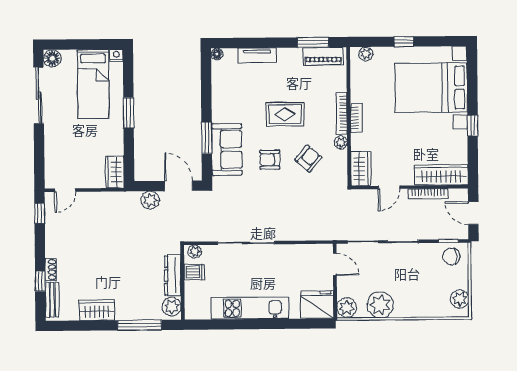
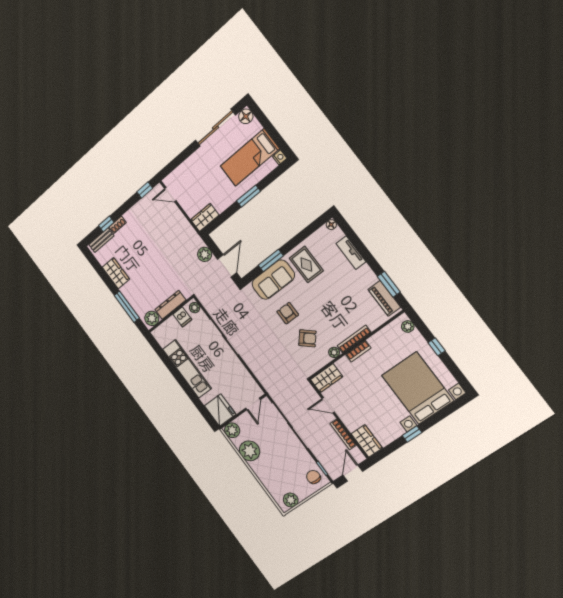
rug: (285, 114) -> (306, 264), moved
wardrobe: (441, 175) -> (367, 441), width x0.67

